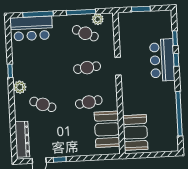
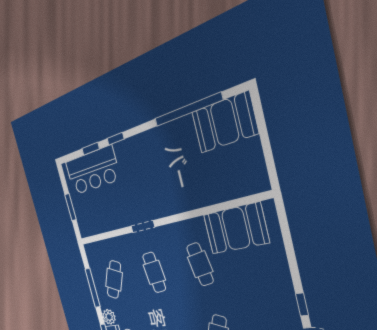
plant: (98, 19) -> (109, 317), moved
bar counter: (162, 60) -> (92, 171), moved
booth: (135, 132) -> (225, 123), moved

